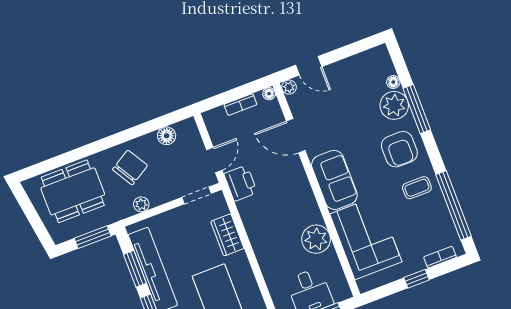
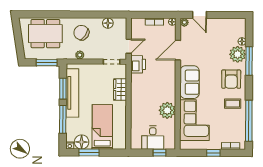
door: (296, 136) -> (178, 50), hinge flipped
chair: (130, 167) -> (81, 33), turned -115

